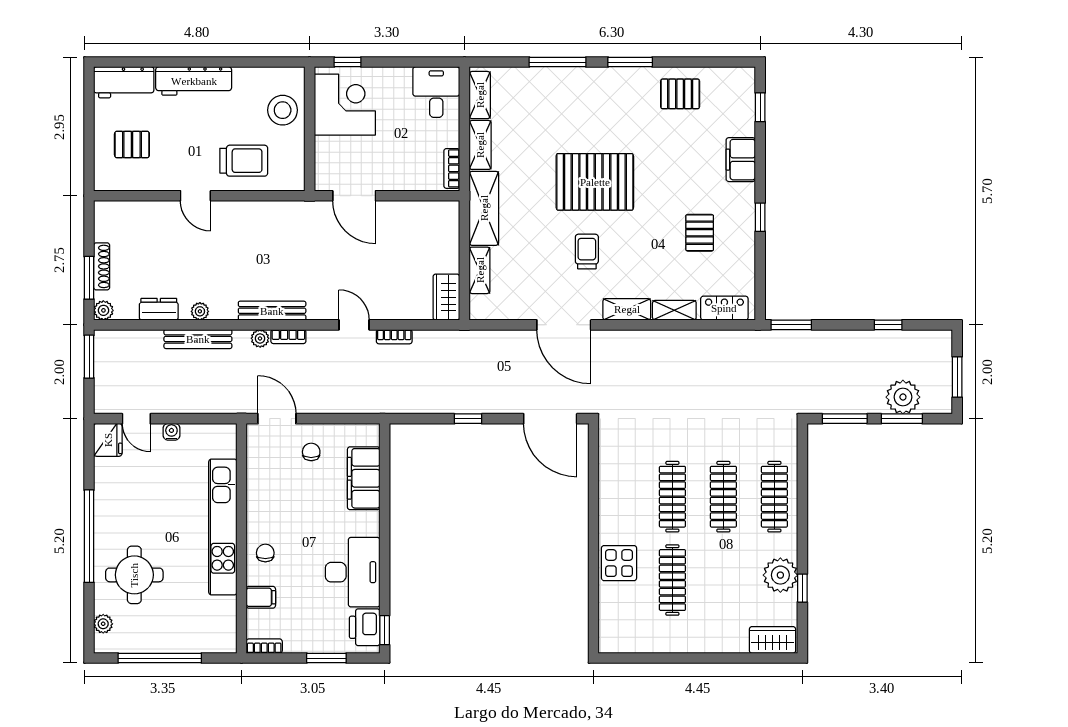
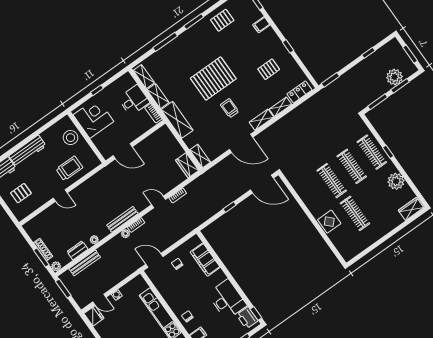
window: (348, 62) -> (97, 90), moved
desk: (436, 92) -> (134, 100), moved, turned 90
filing cabinet: (741, 160) -> (261, 25), width x0.50
pallet: (700, 233) -> (269, 69), turned 90
shelving: (480, 270) -> (200, 156), moved
bench: (198, 339) -> (85, 263), moved
window: (802, 588) -> (388, 152), moved

